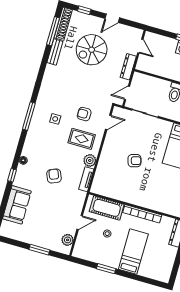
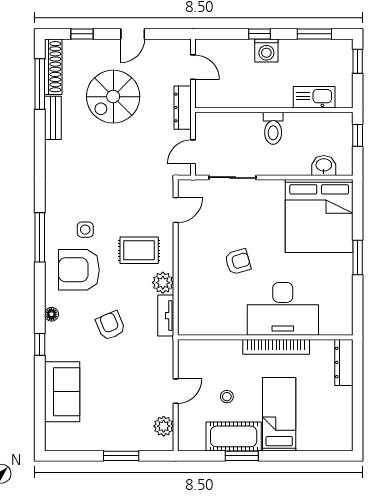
armchair: (84, 114) -> (79, 270), moved, width x1.88, depth x1.88
desk: (152, 194) -> (283, 309), added
cot: (107, 208) -> (234, 436), moved

